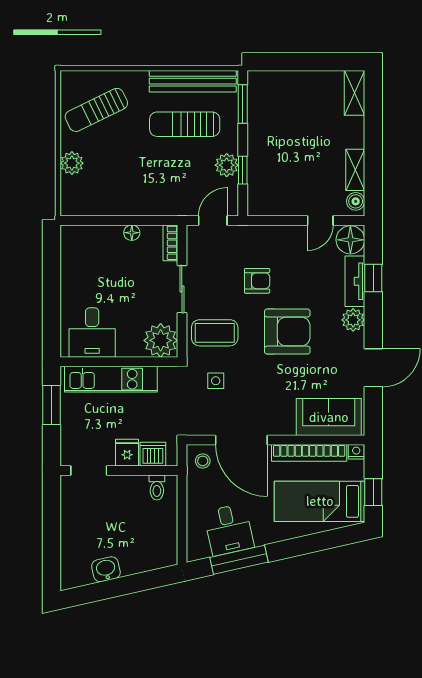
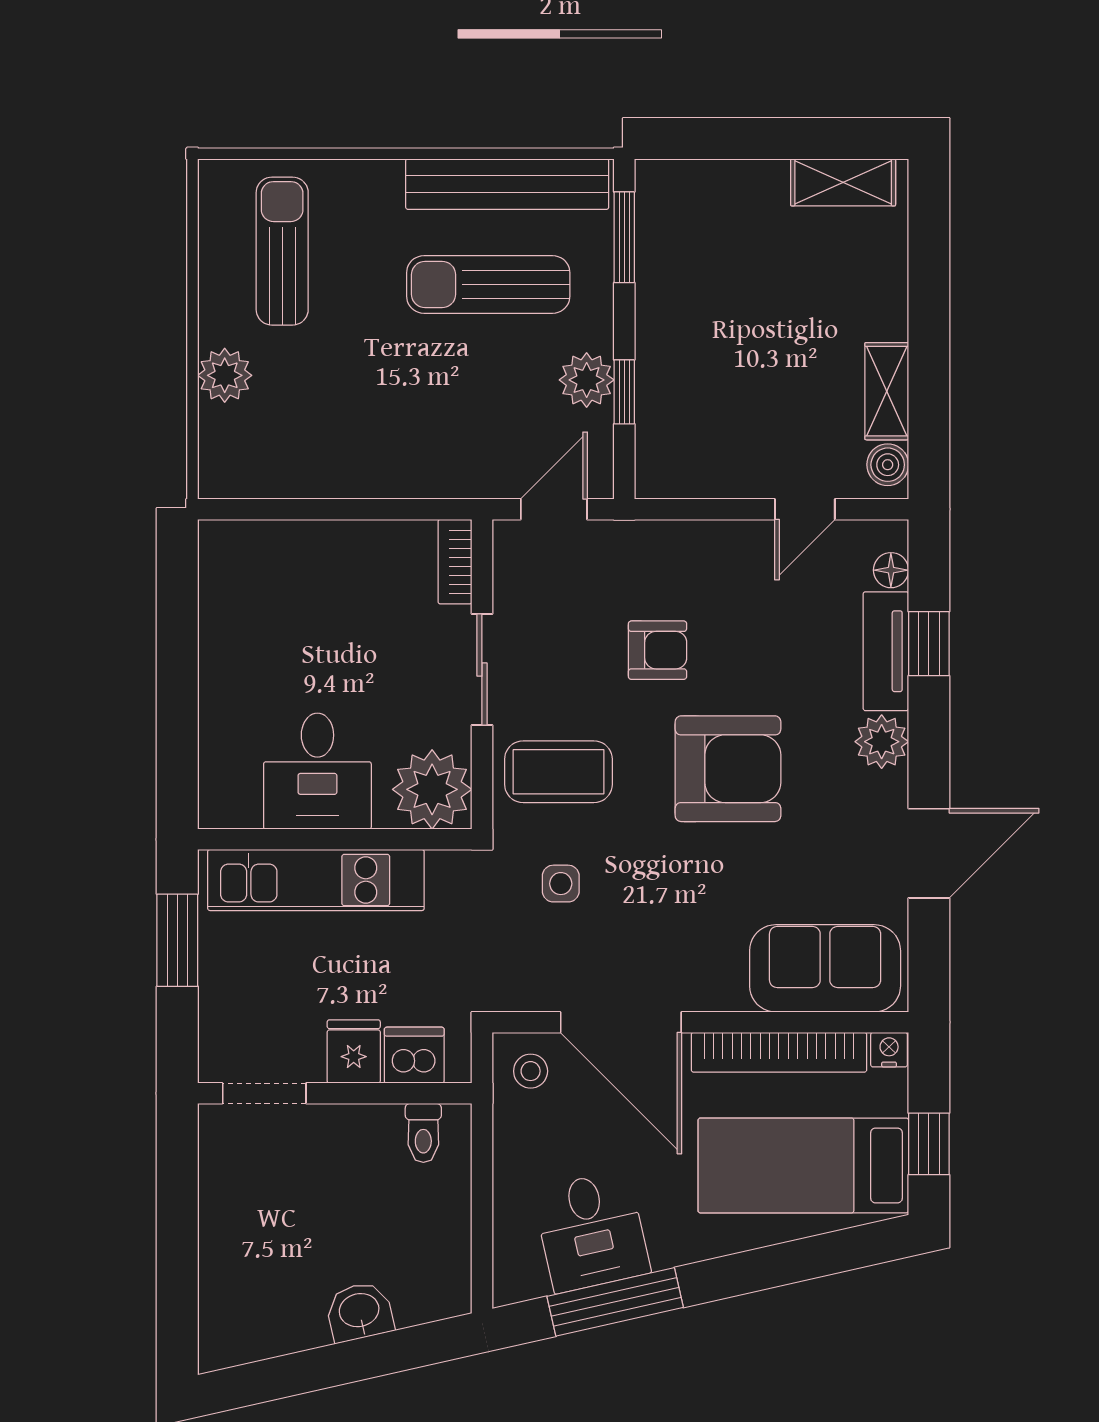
shelving: (354, 93) -> (843, 182), moved, turned 90
sun lounger: (96, 110) -> (282, 251), turned 116
floor lamp: (132, 233) -> (365, 538), removed
floor lamp: (350, 240) -> (891, 570), width x0.53, depth x0.53
desk: (92, 333) -> (317, 771), moved
washbasin: (106, 569) -> (359, 1312), moved

